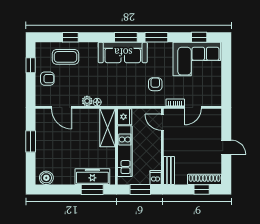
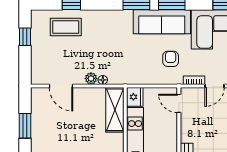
sofa: (123, 52) -> (162, 22), moved
armchair: (47, 79) -> (44, 52), removed

